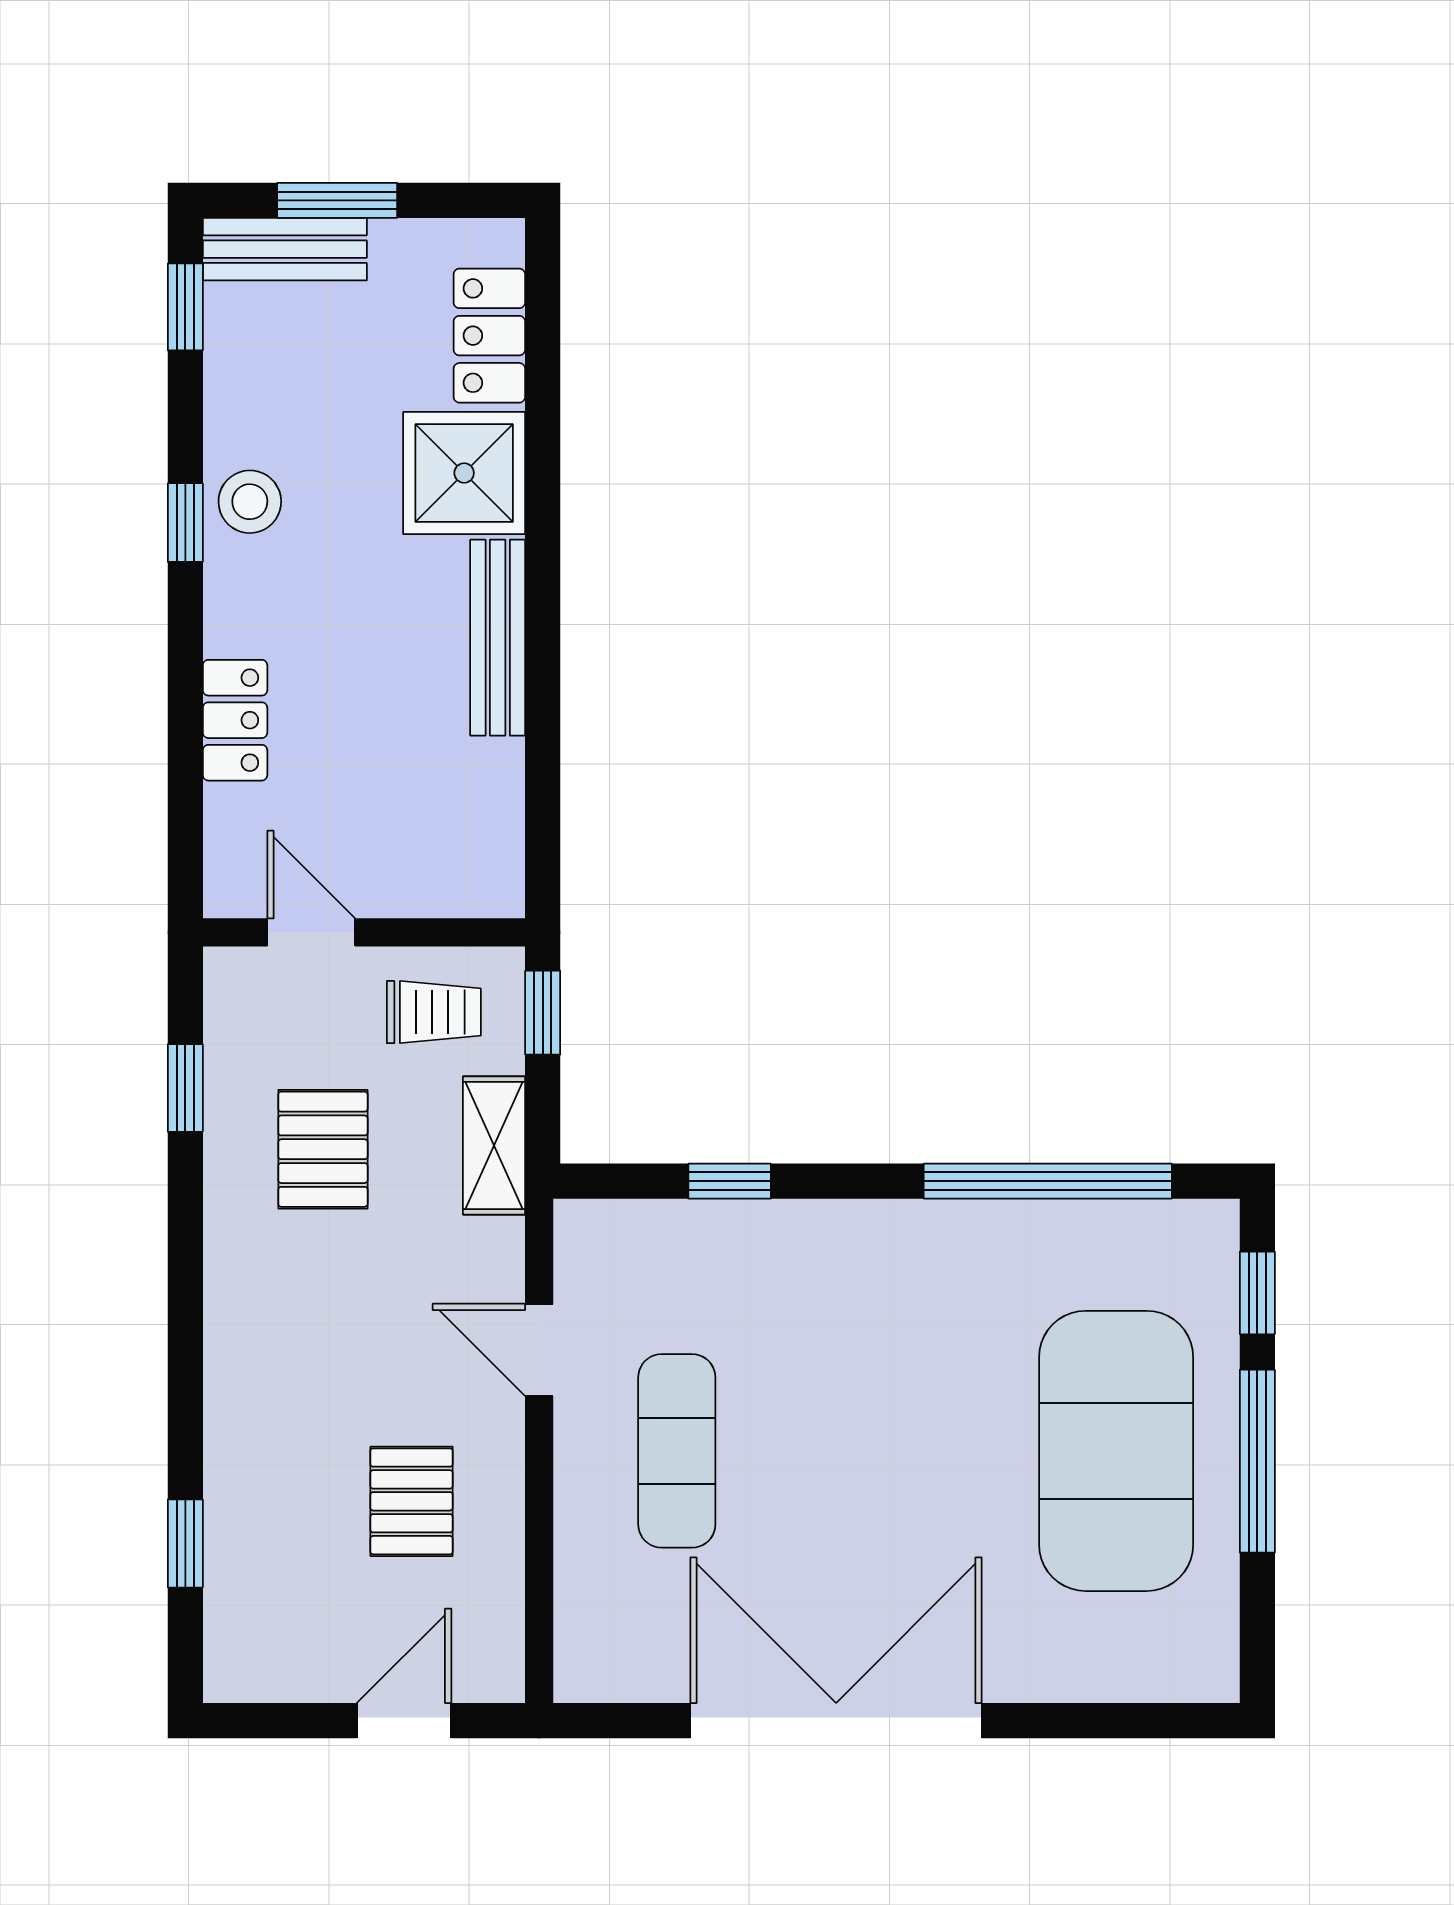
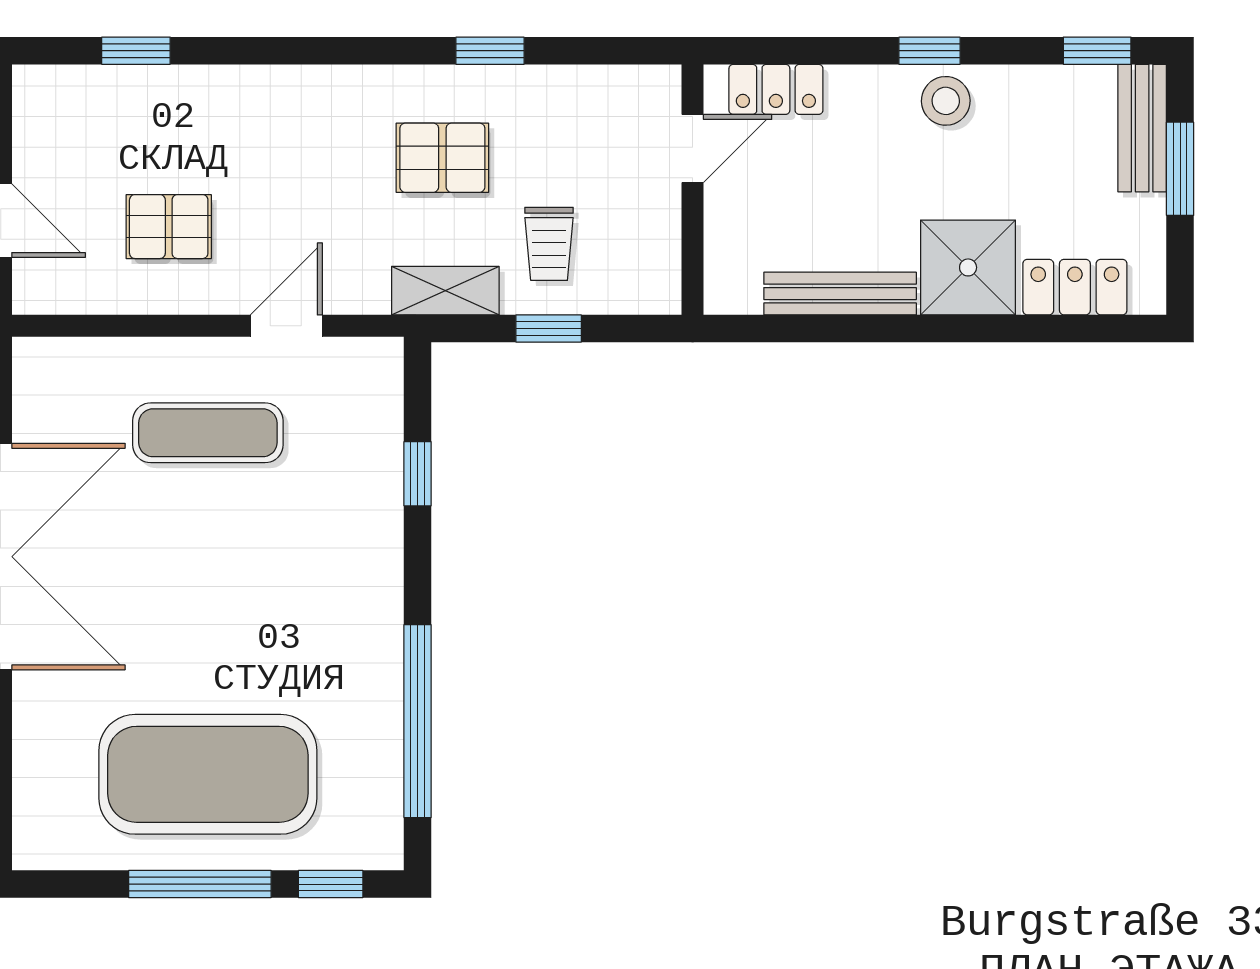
door: (311, 932) -> (693, 149), moved
wall: (364, 932) -> (693, 190), moved

